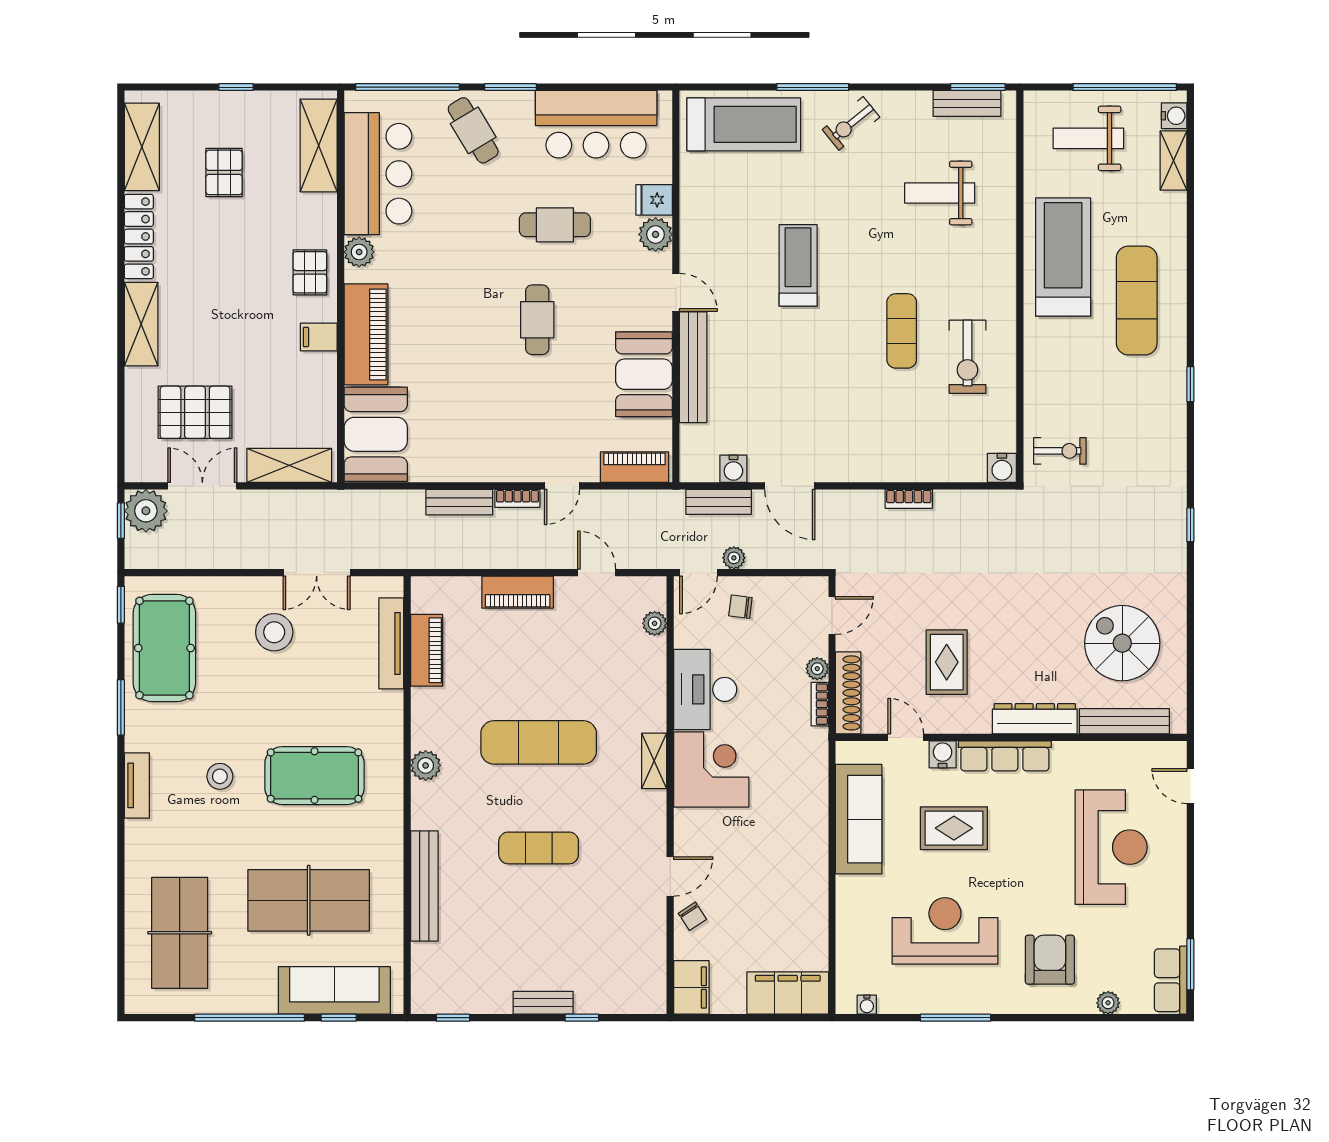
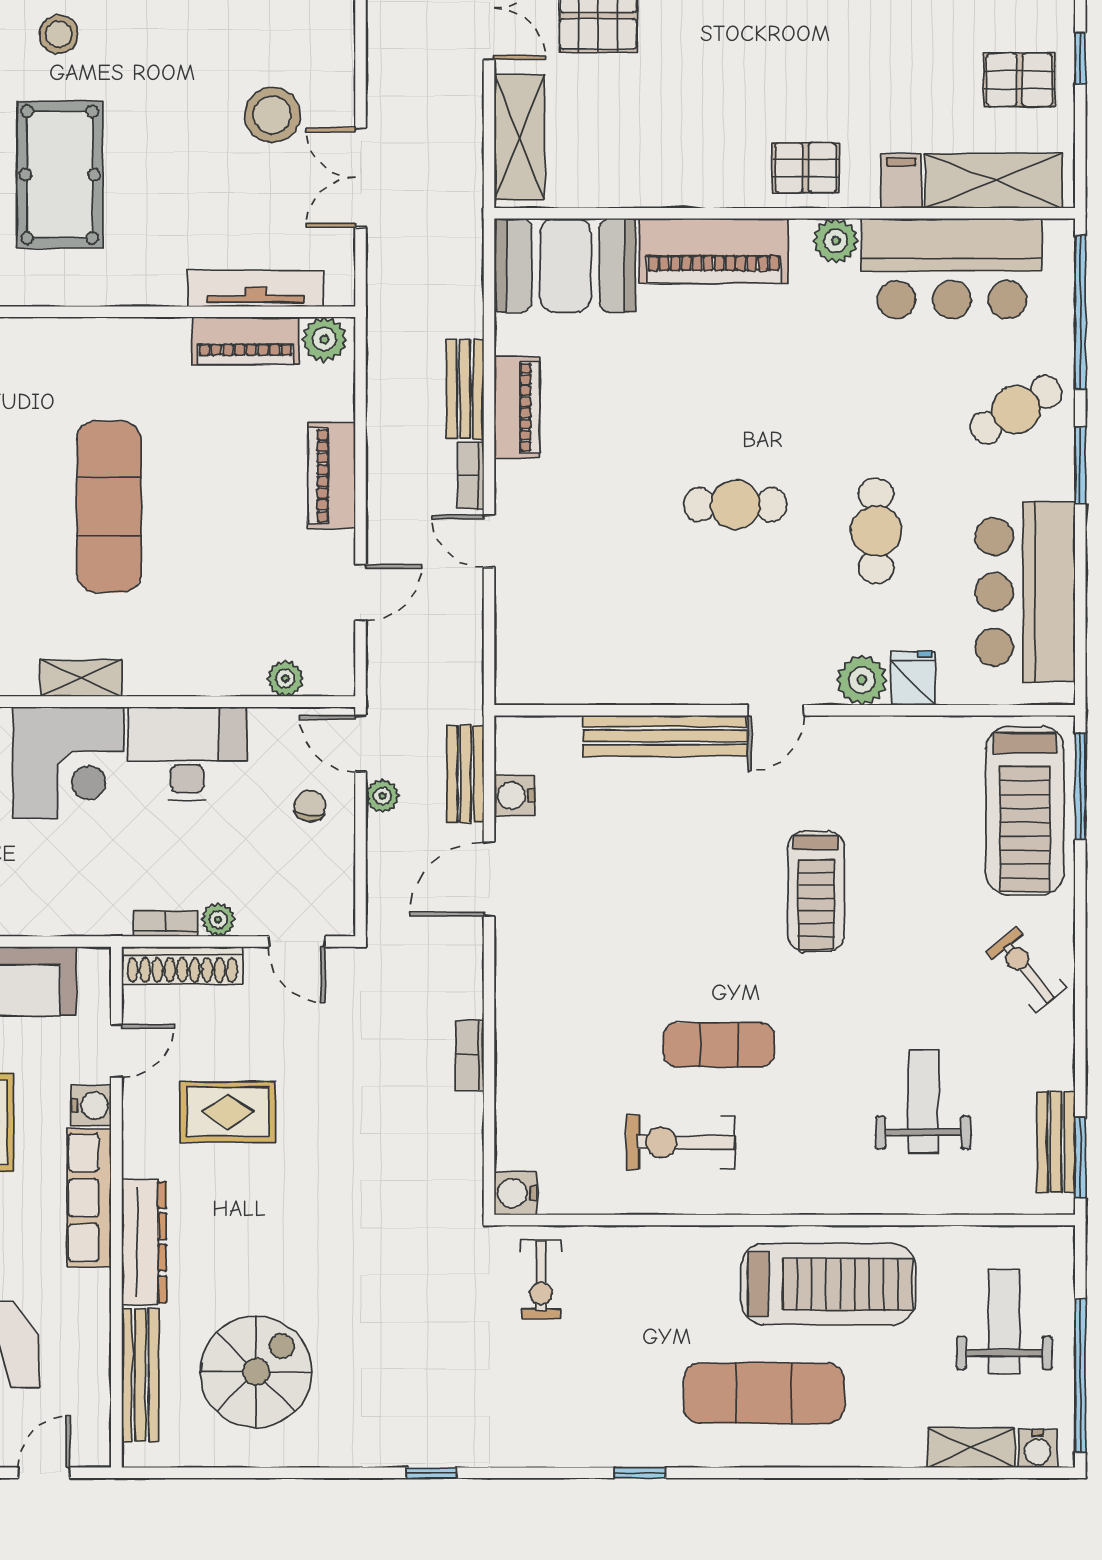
window: (813, 87) -> (1080, 786), moved
pallet: (224, 172) -> (1019, 80), moved
treadmill: (798, 265) -> (816, 891), turned 90
filing cabinet: (319, 337) -> (901, 181), moved
booth: (644, 374) -> (655, 663), removed
piano: (635, 467) -> (517, 407), moved
plant: (426, 765) -> (324, 339), moved

